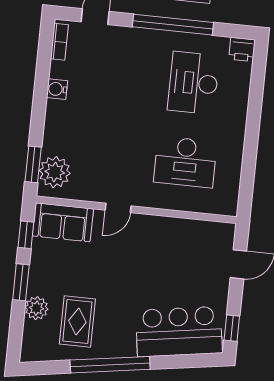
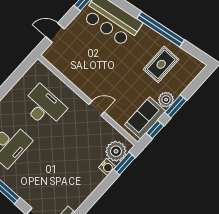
water cooler: (57, 89) -> (107, 167), moved
sofa: (63, 222) -> (145, 118), moved, turned -90
plant: (37, 308) -> (166, 100), moved

